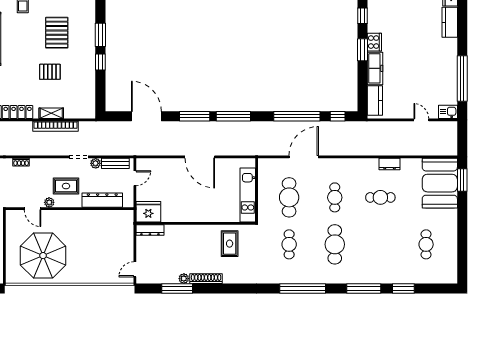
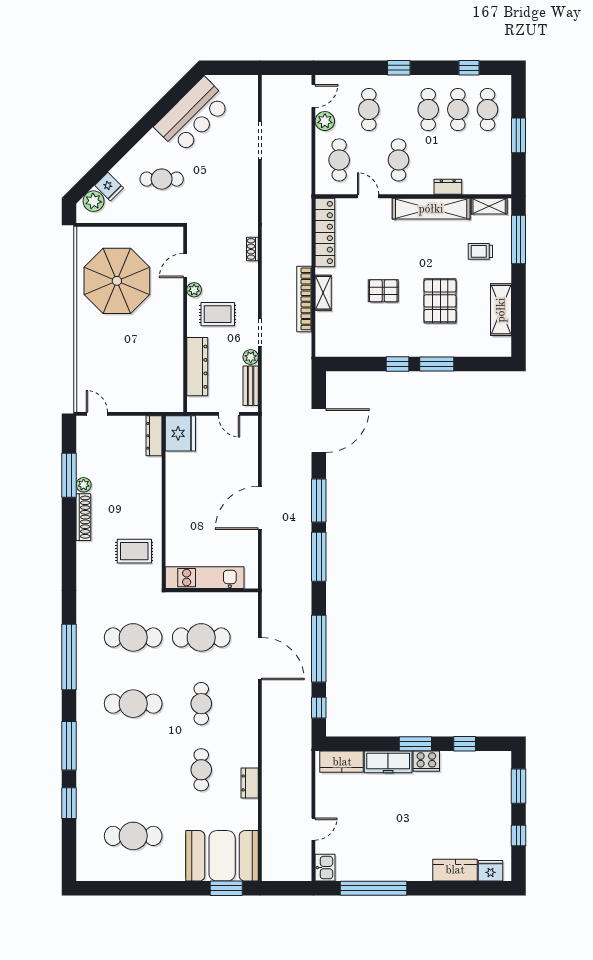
pallet: (57, 33) -> (440, 301), turned 90
pallet: (50, 72) -> (383, 291), turned 90
rug: (66, 186) -> (218, 314), turned 90
cafe table: (335, 197) -> (201, 704), turned 90
cafe table: (289, 244) -> (133, 637), width x1.37, depth x1.35
cafe table: (426, 244) -> (133, 836), width x1.37, depth x1.35

